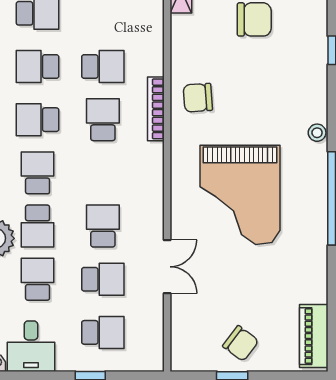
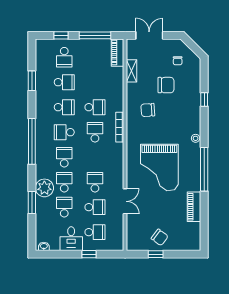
school desk: (38, 66) -> (64, 107), turned 180
chair: (198, 98) -> (148, 110), moved
school desk: (38, 226) -> (64, 182), turned 180
piano: (314, 336) -> (194, 207), moved
desk: (31, 346) -> (71, 239), moved

